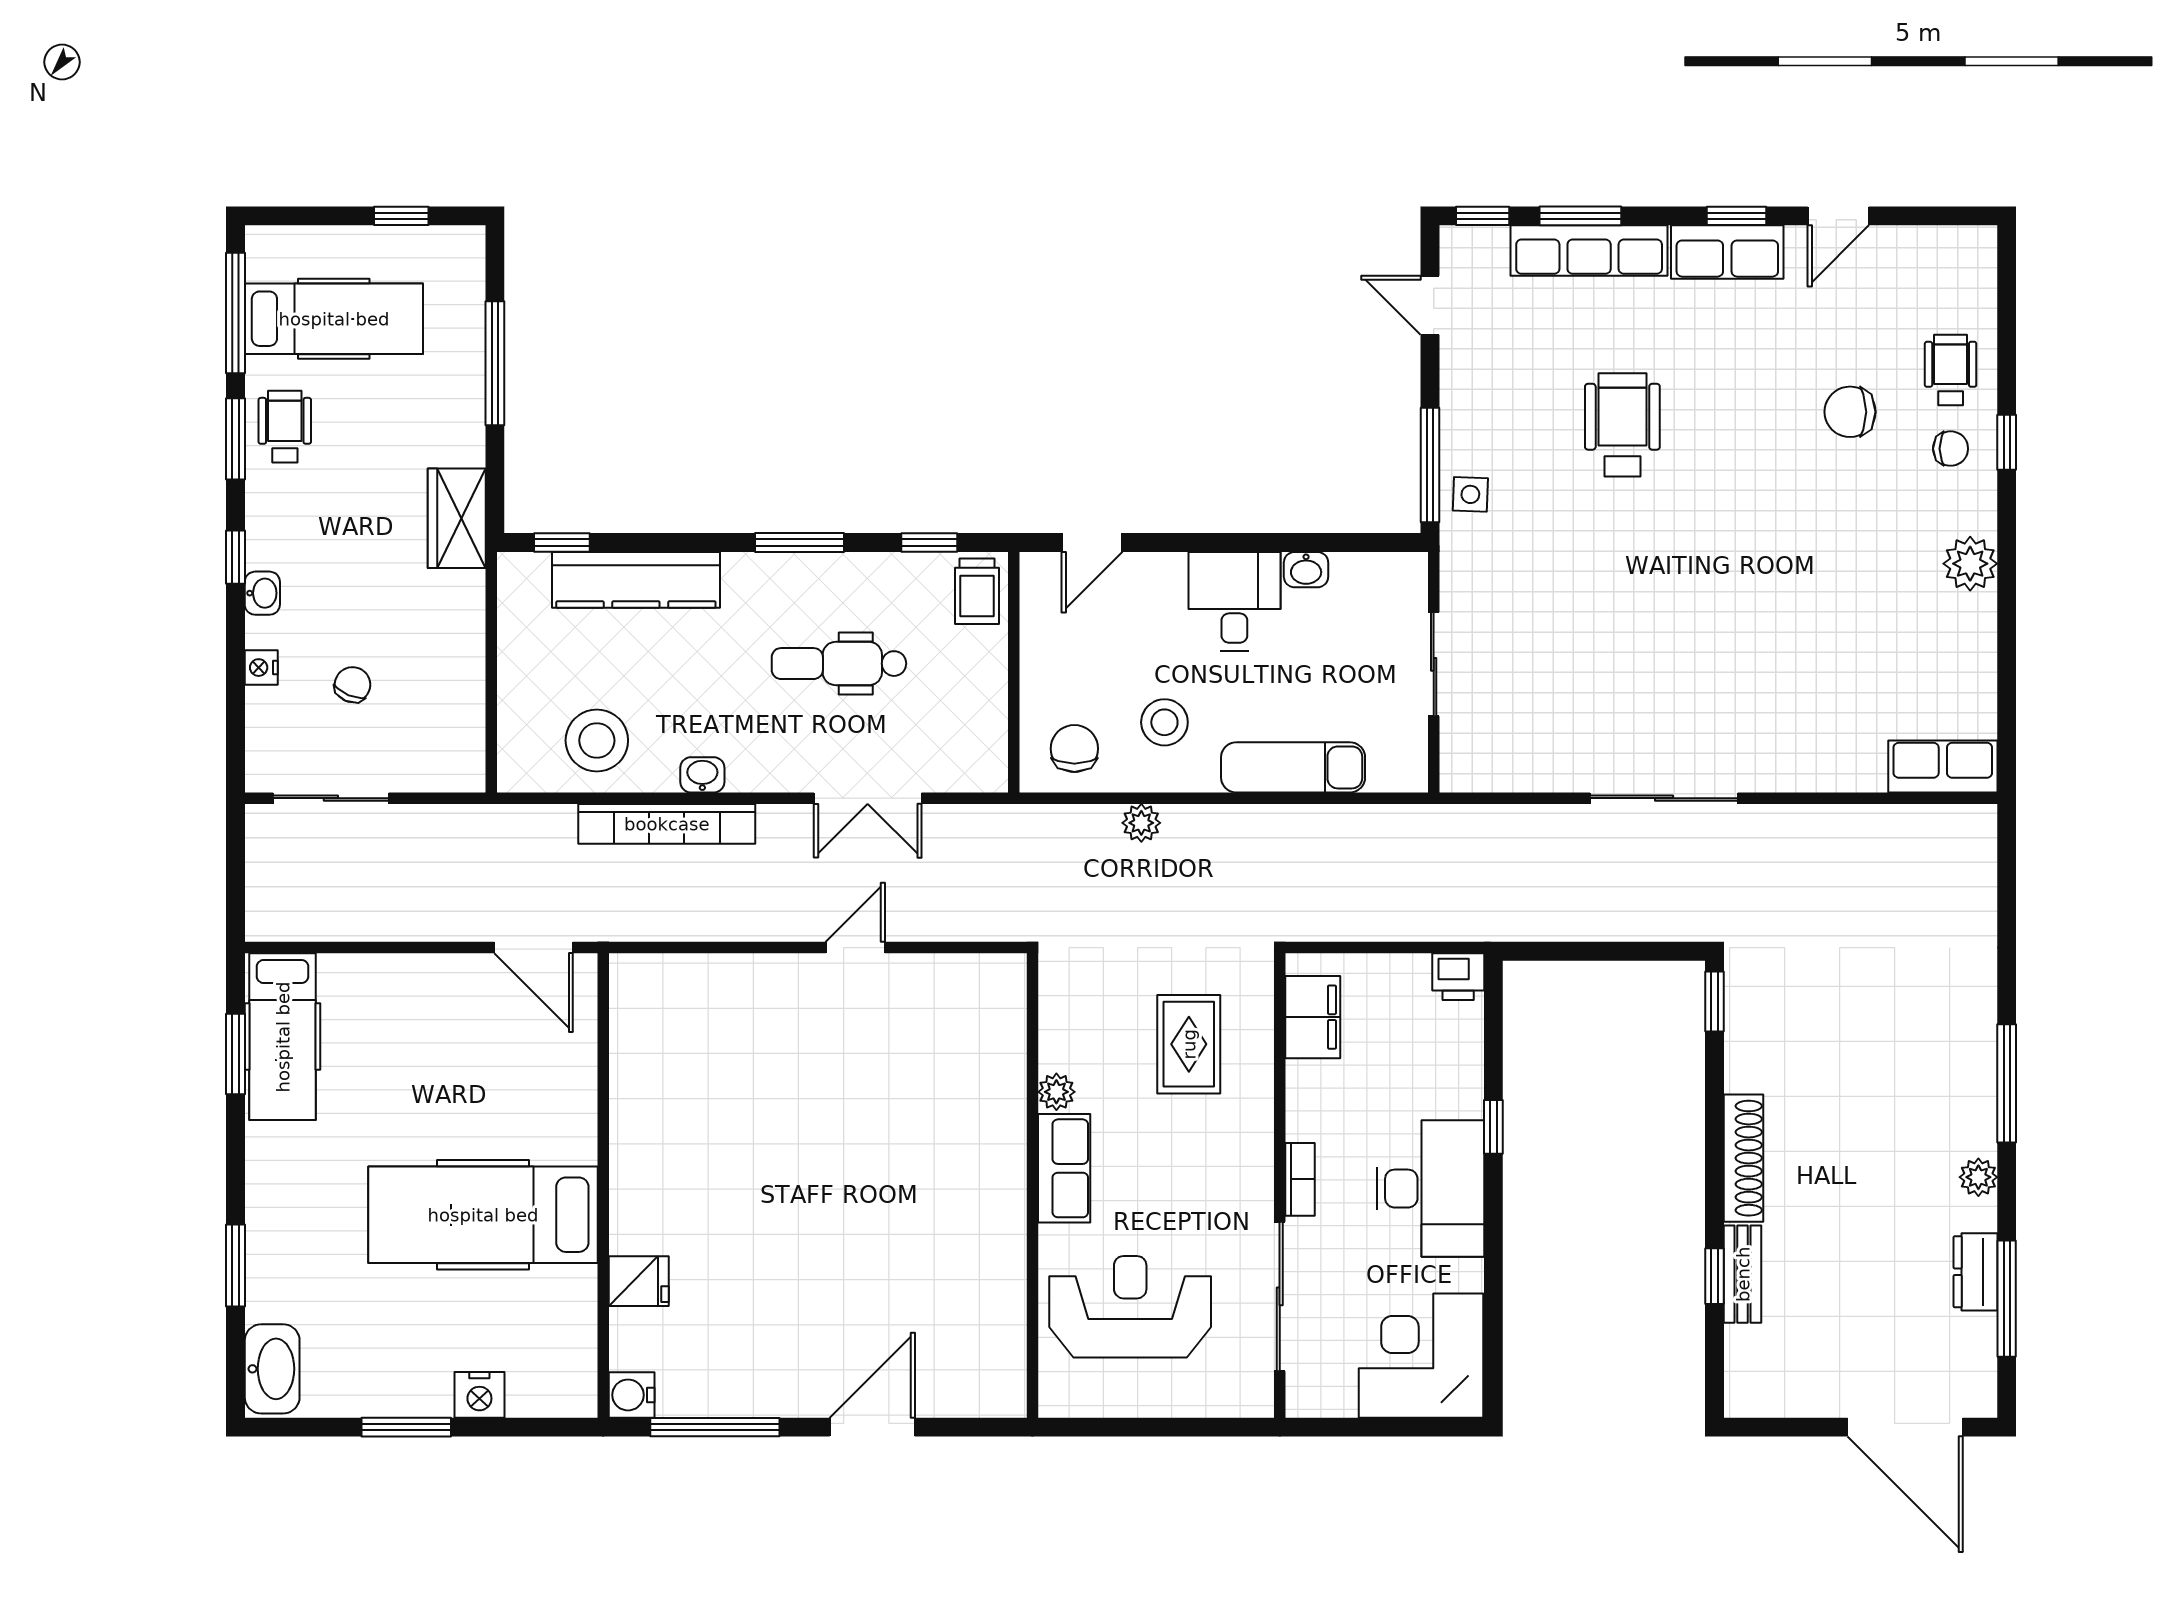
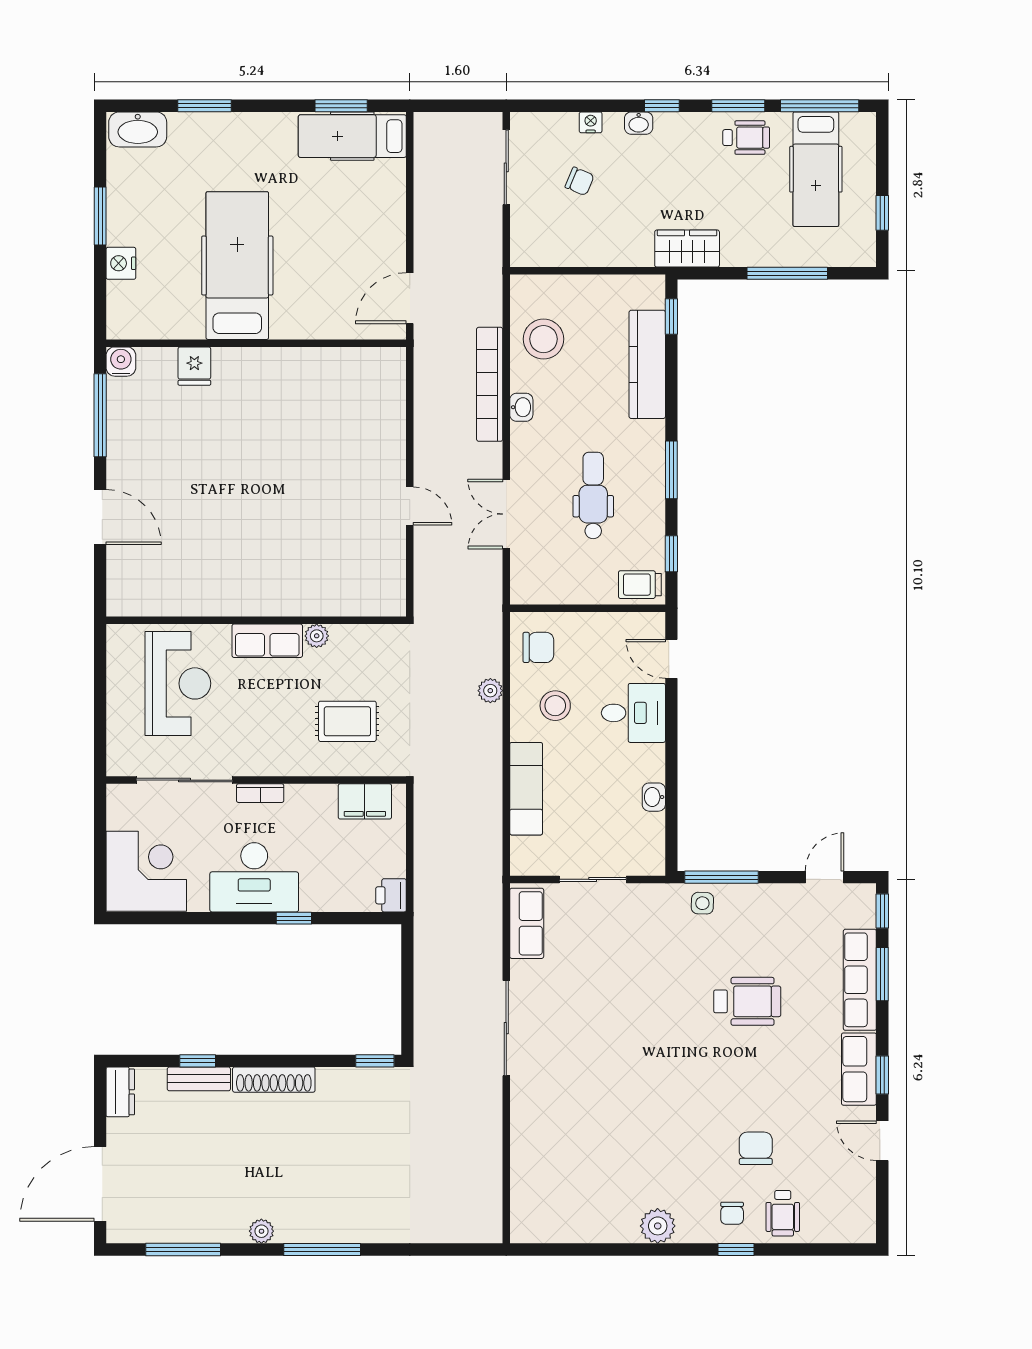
wheelchair: (1951, 370) -> (783, 1213), turned 90
desk: (1234, 601) -> (633, 713), moved
row of seats: (1943, 767) -> (527, 923), moved
dresser: (1976, 1272) -> (120, 1092), moved, turned 90

